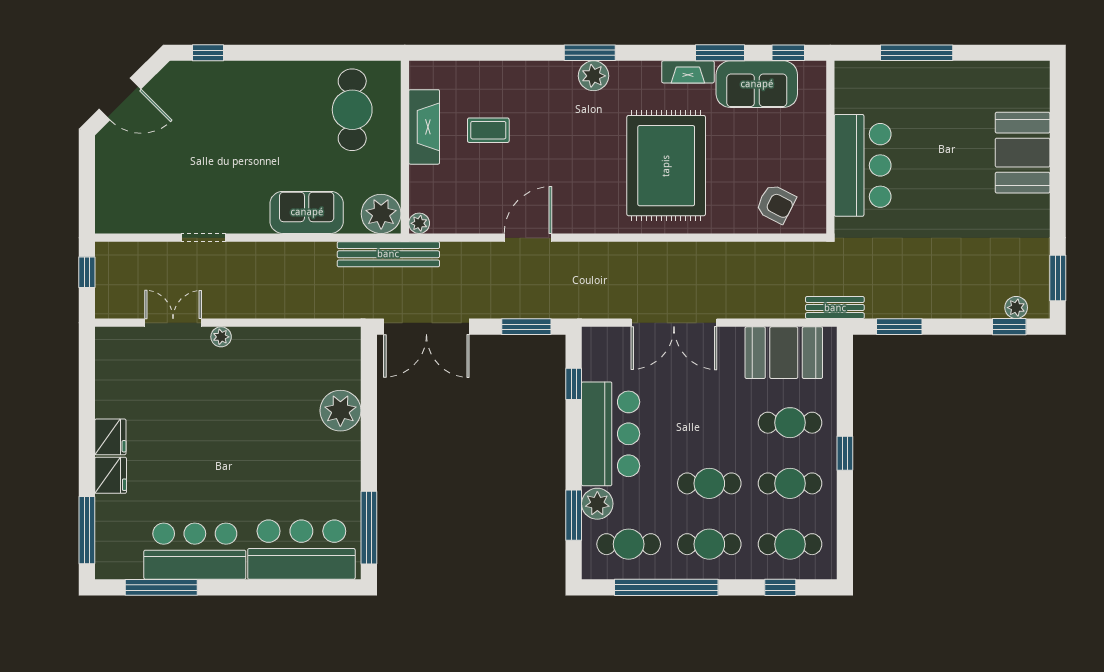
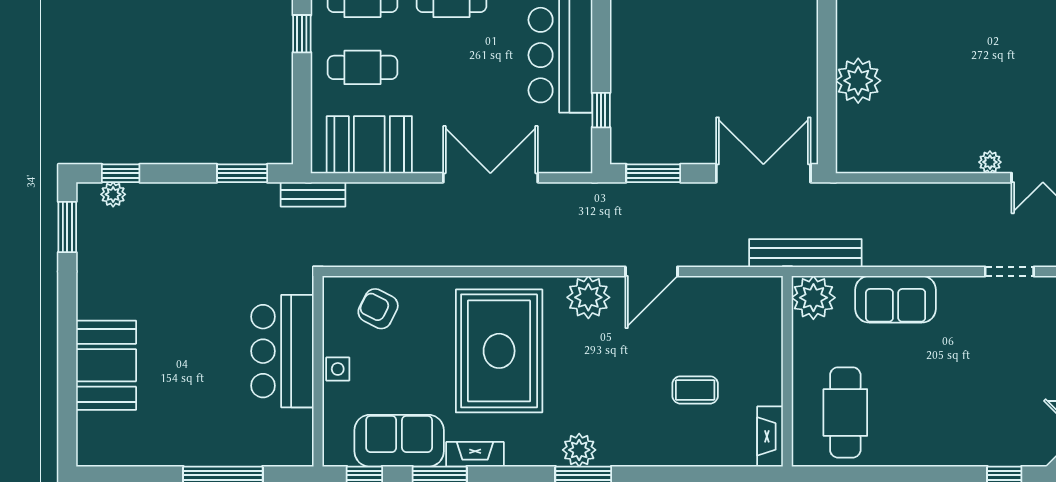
fireplace: (424, 127) -> (770, 436), moved, width x0.73, depth x0.76
side table: (812, 149) -> (338, 369), added
plant: (419, 223) -> (588, 297), moved, width x1.88, depth x1.88

